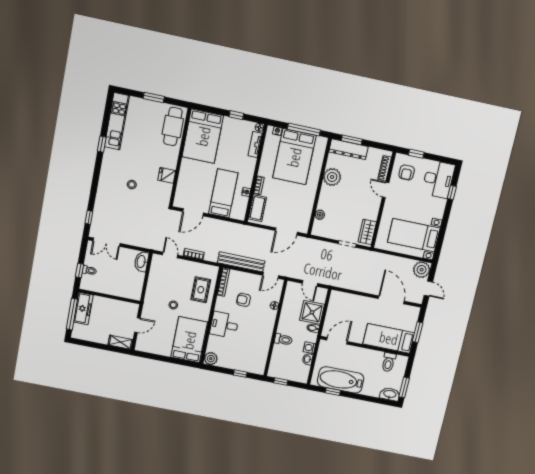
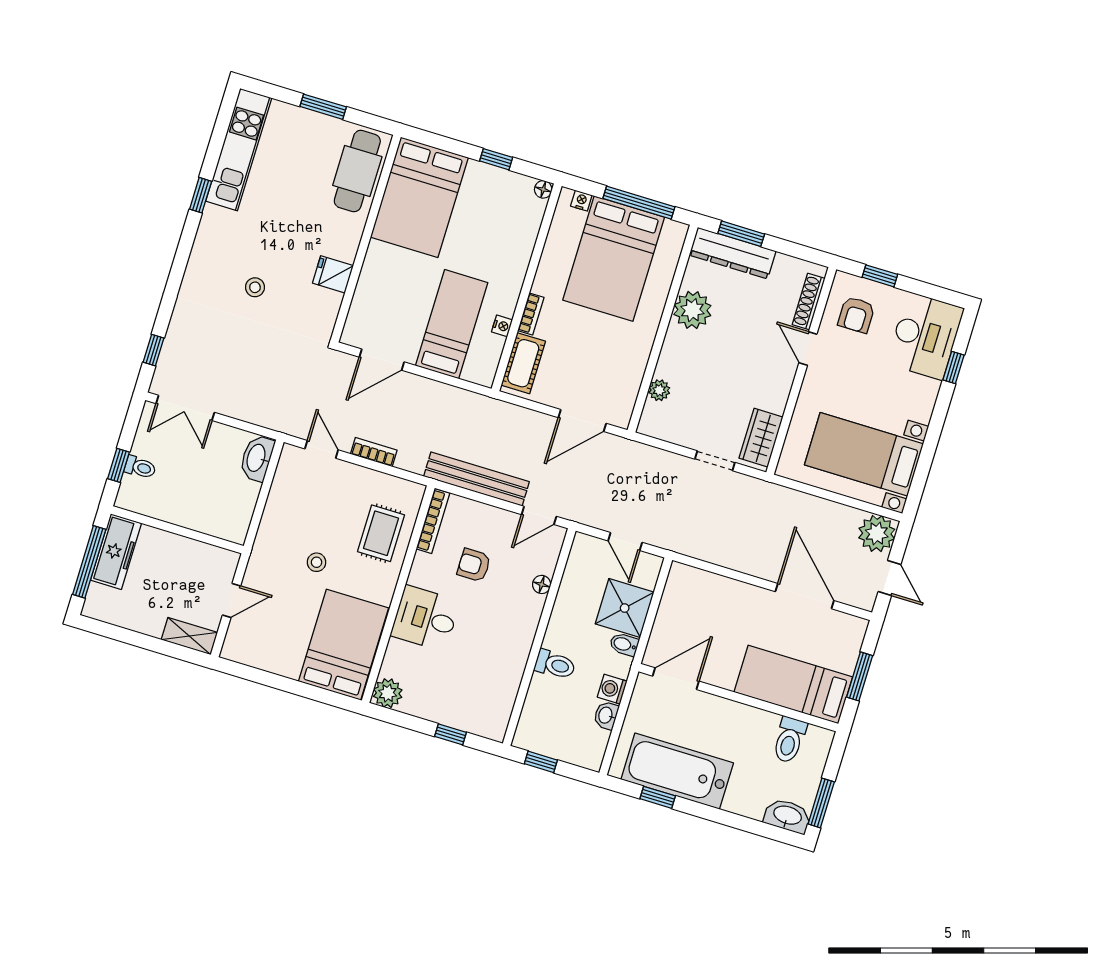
tv unit: (255, 144) -> (531, 225), removed

